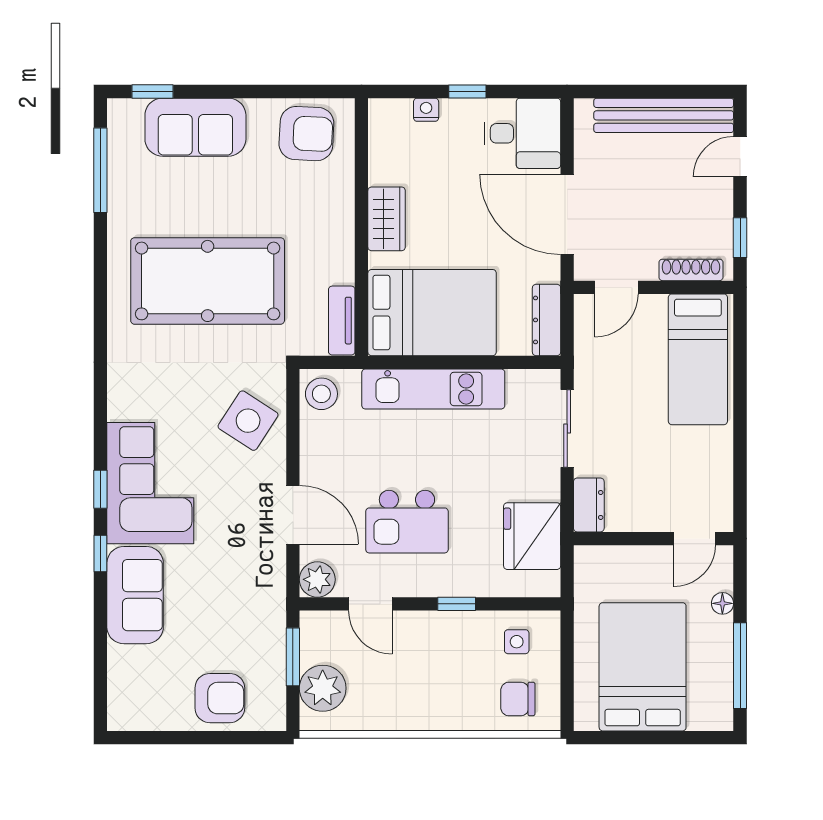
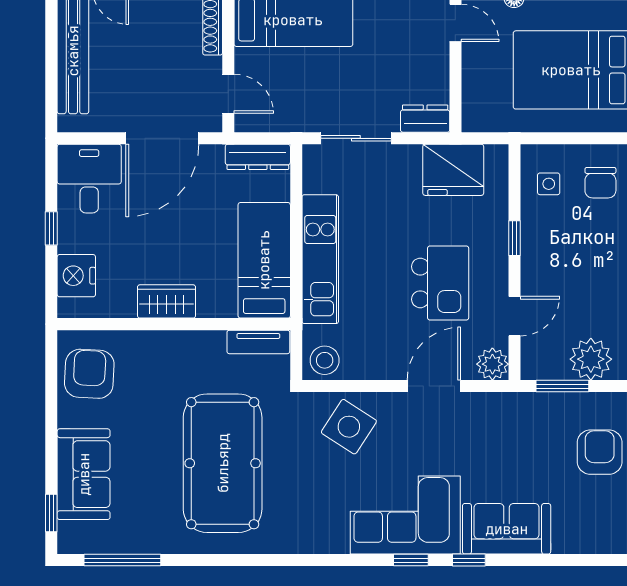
nightstand: (426, 110) -> (76, 276), width x1.89, depth x1.79
bed: (432, 313) -> (264, 260), width x0.67

